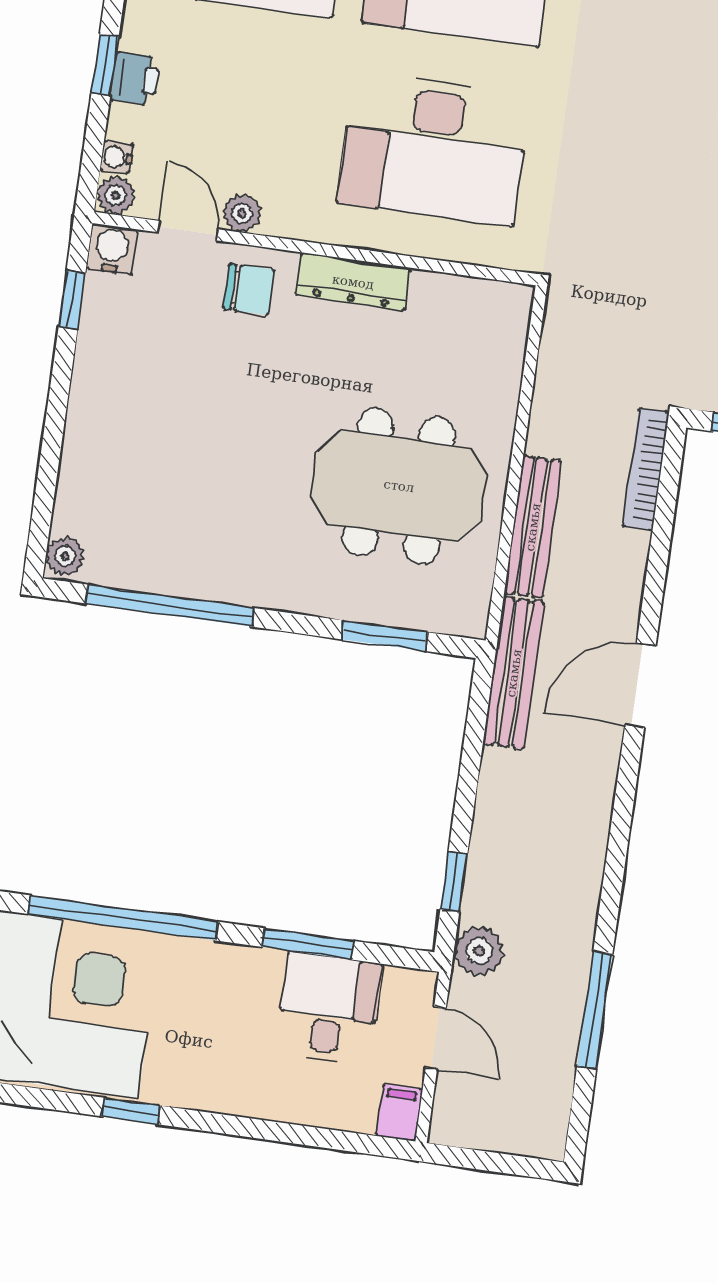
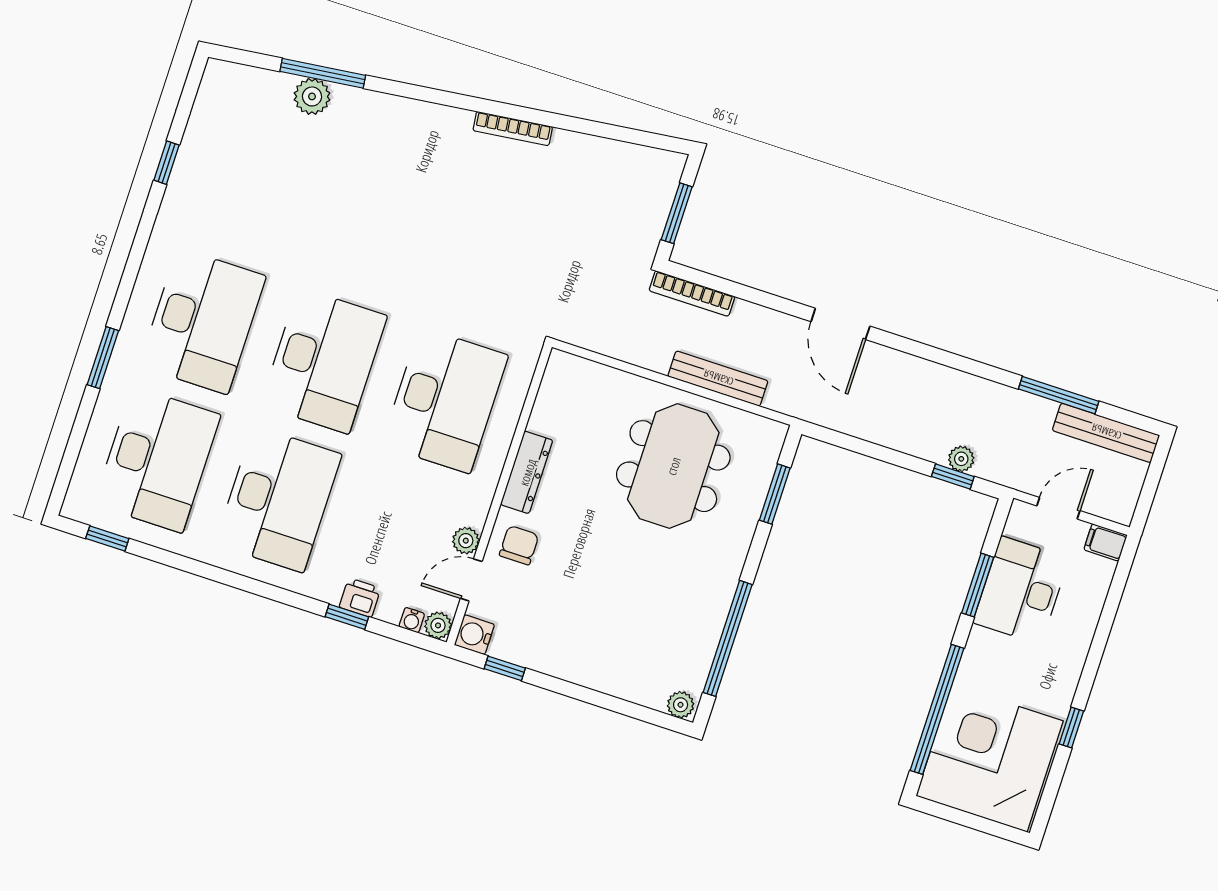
bench: (514, 673) -> (1106, 433), moved
plant: (479, 951) -> (961, 459), moved, width x0.73, depth x0.73
desk: (329, 1008) -> (1021, 590), width x1.37

